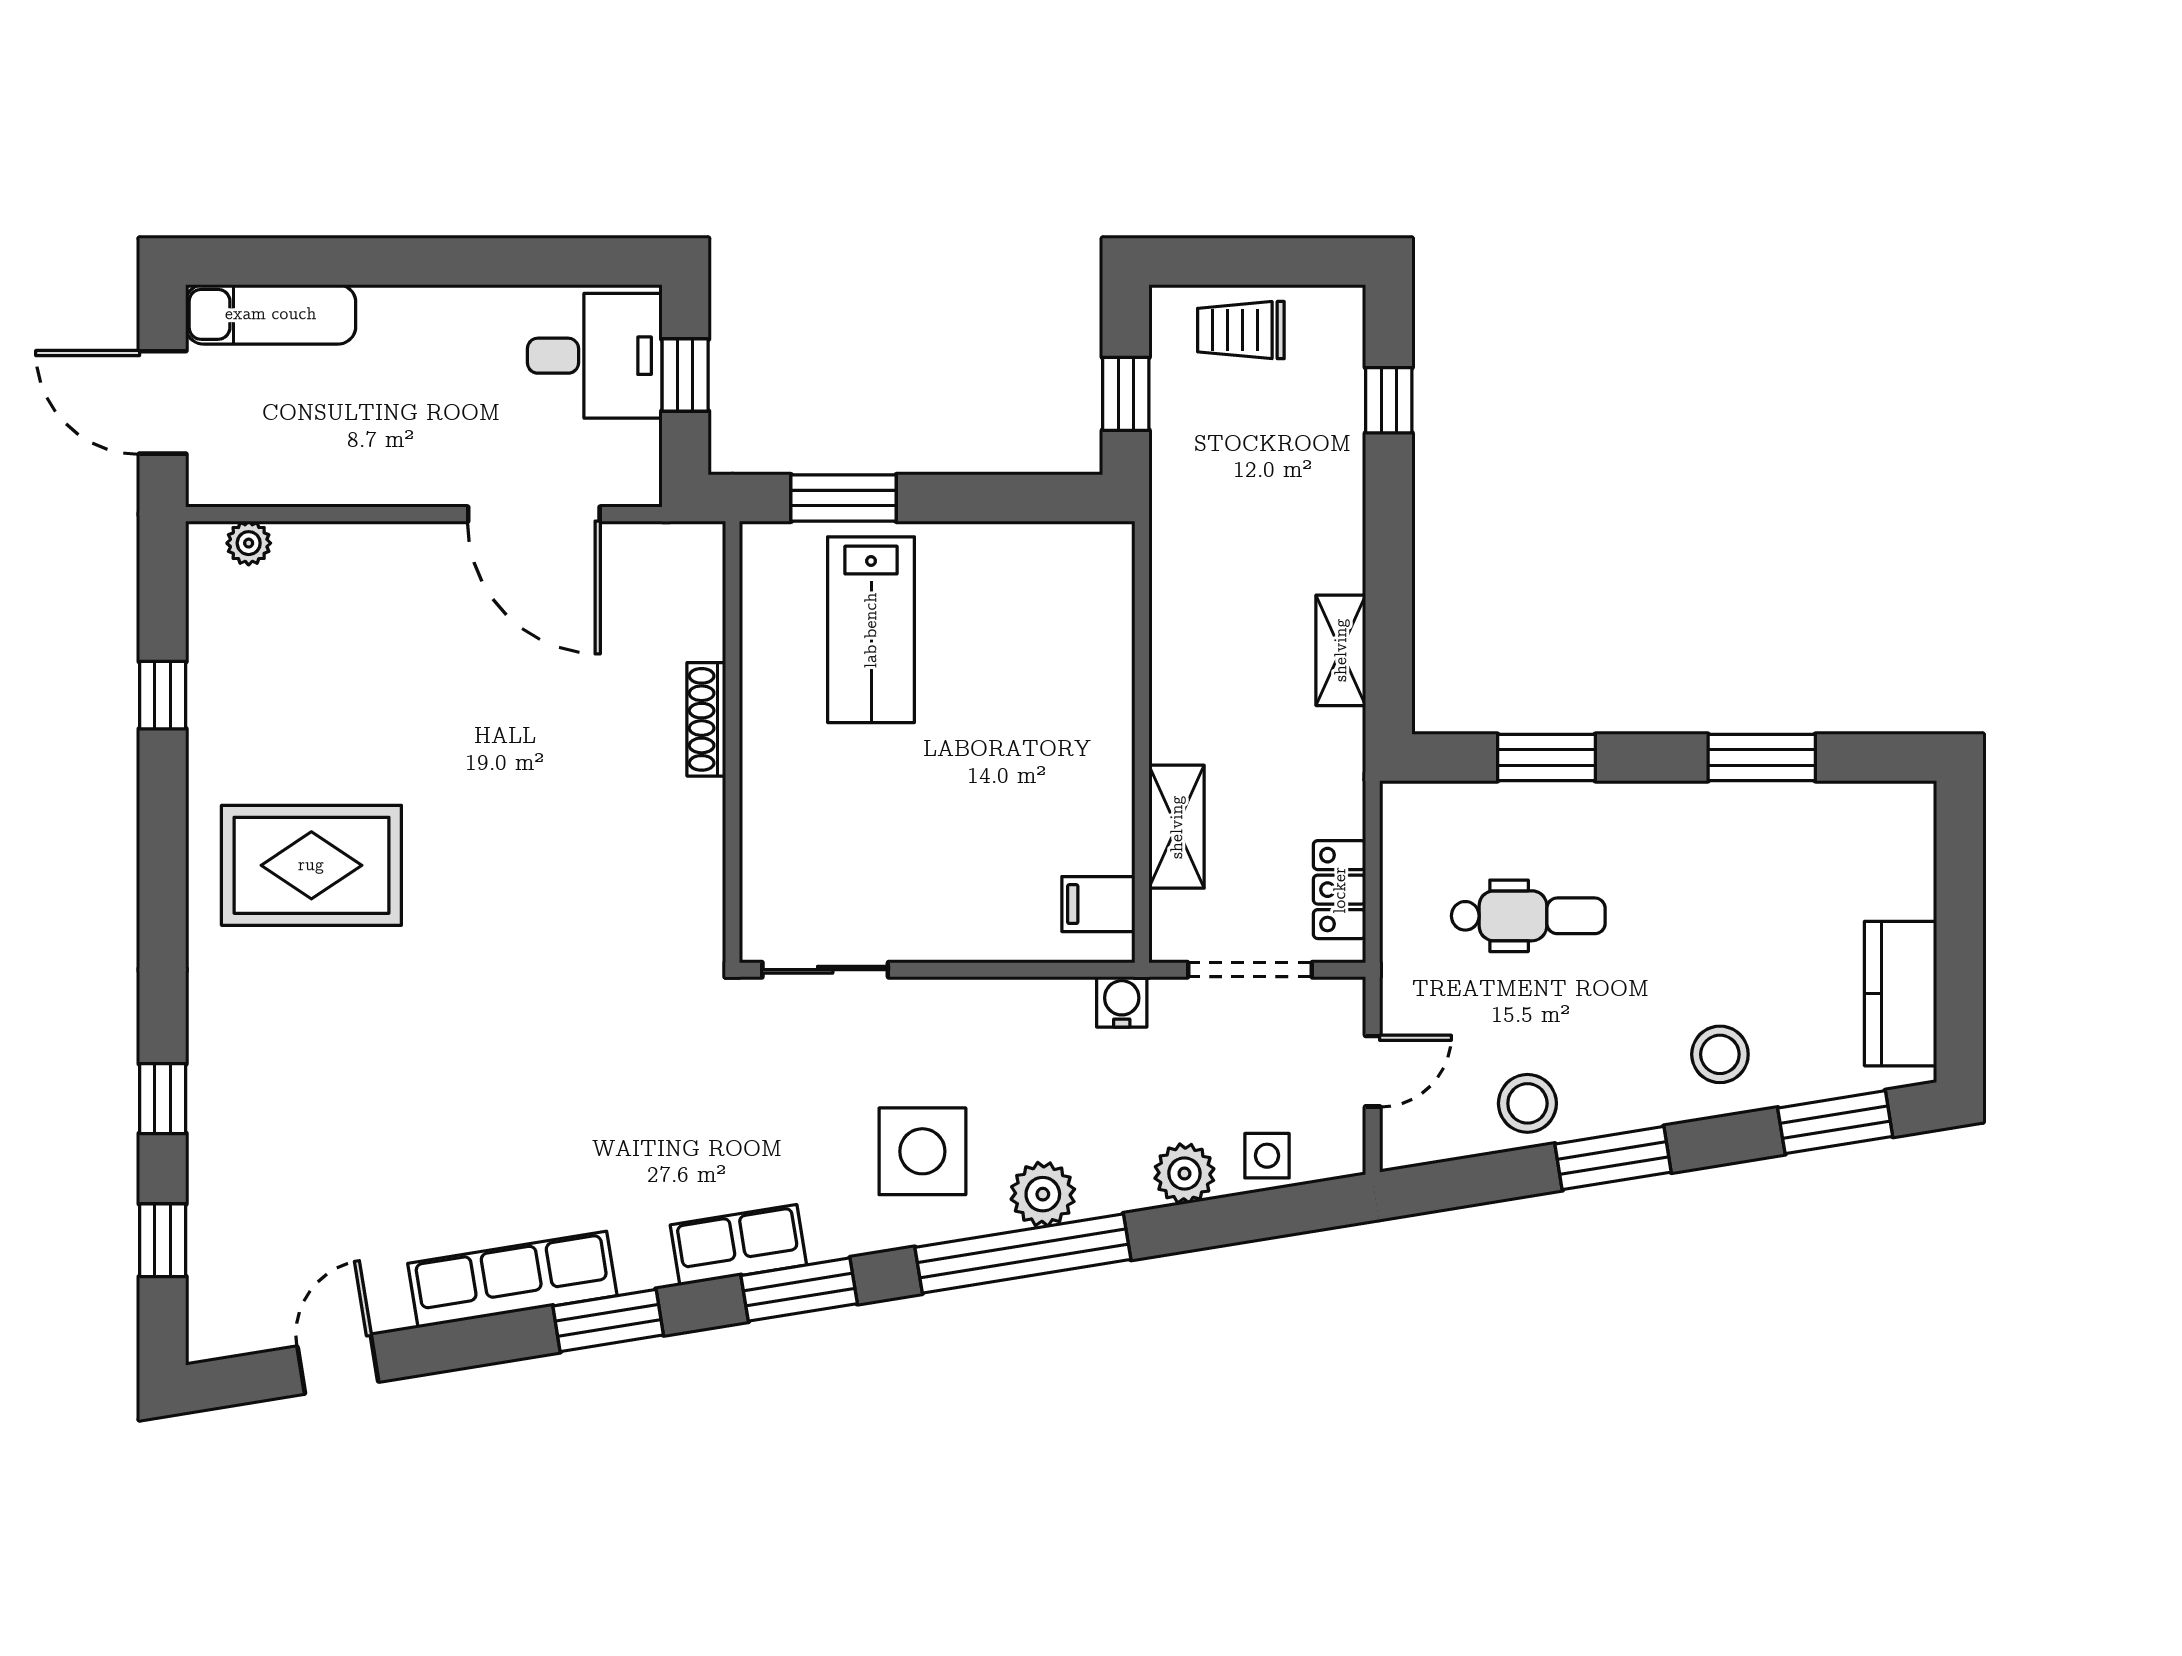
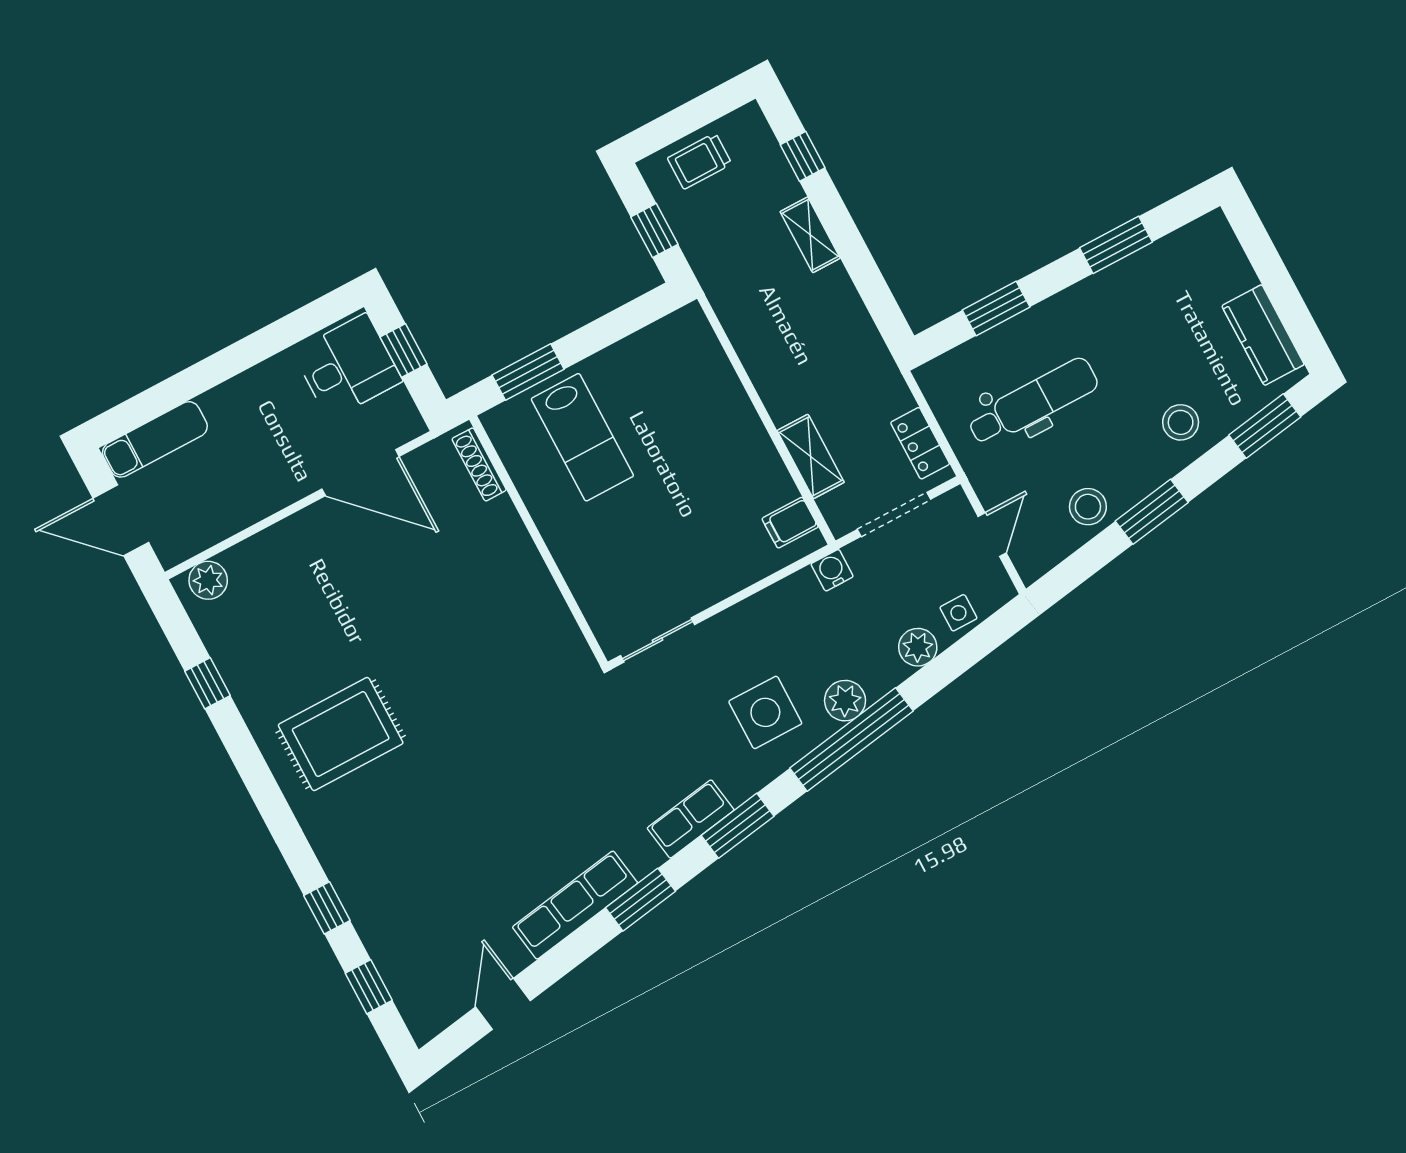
plant: (249, 543) -> (208, 580), width x1.38, depth x1.38
shelving: (1341, 650) -> (810, 235), moved
shoe rack: (706, 719) -> (479, 464), moved
dental chair: (1528, 916) -> (1033, 402), width x1.36, depth x1.38

